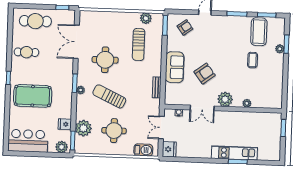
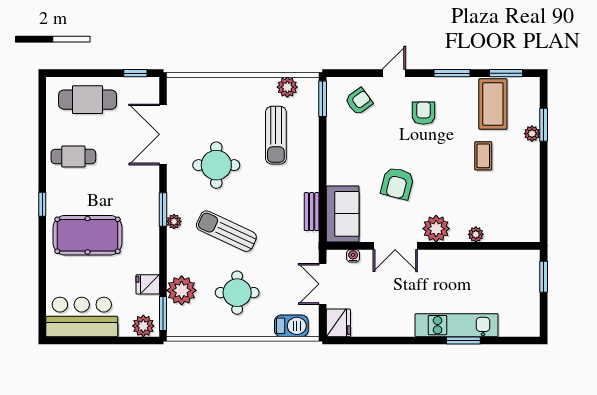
armchair: (220, 35) -> (423, 113), added
sofa: (175, 67) -> (343, 214), moved
armchair: (205, 74) -> (397, 183), turned 141

